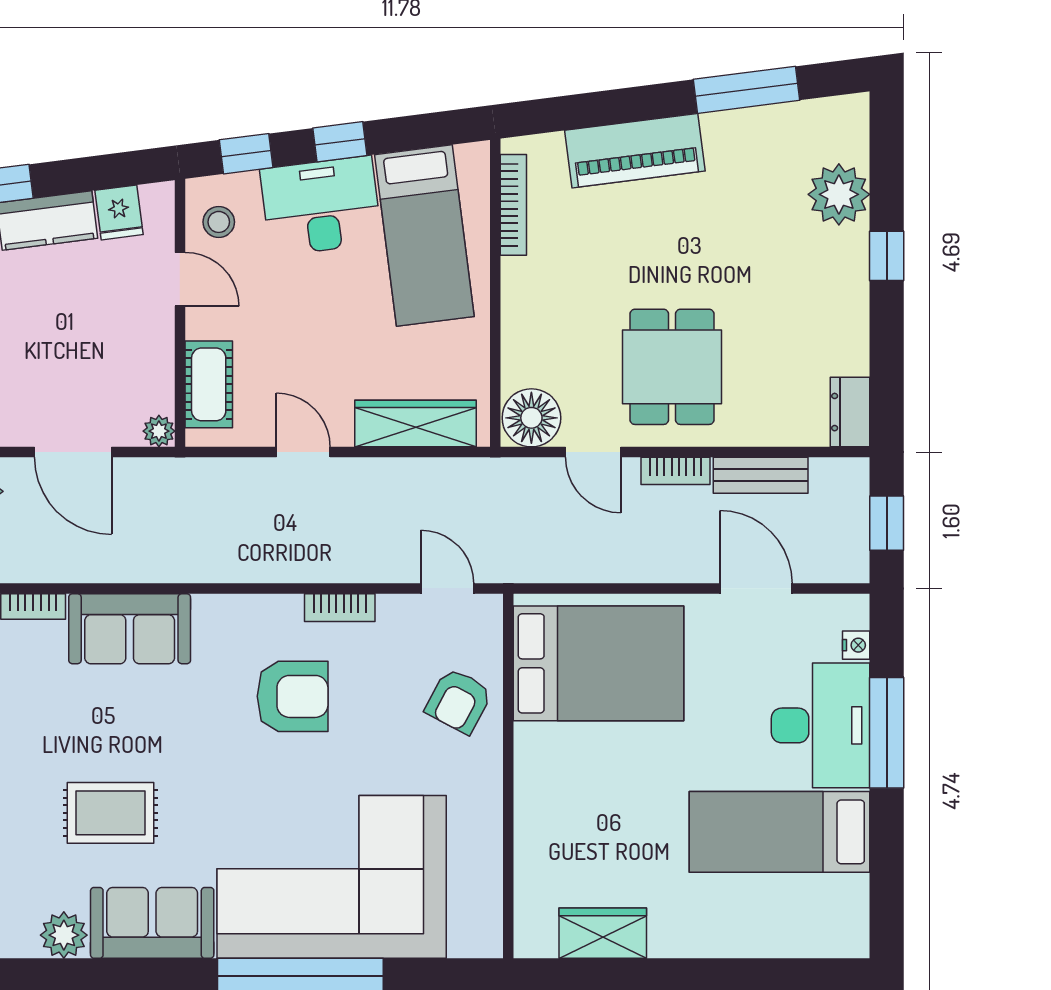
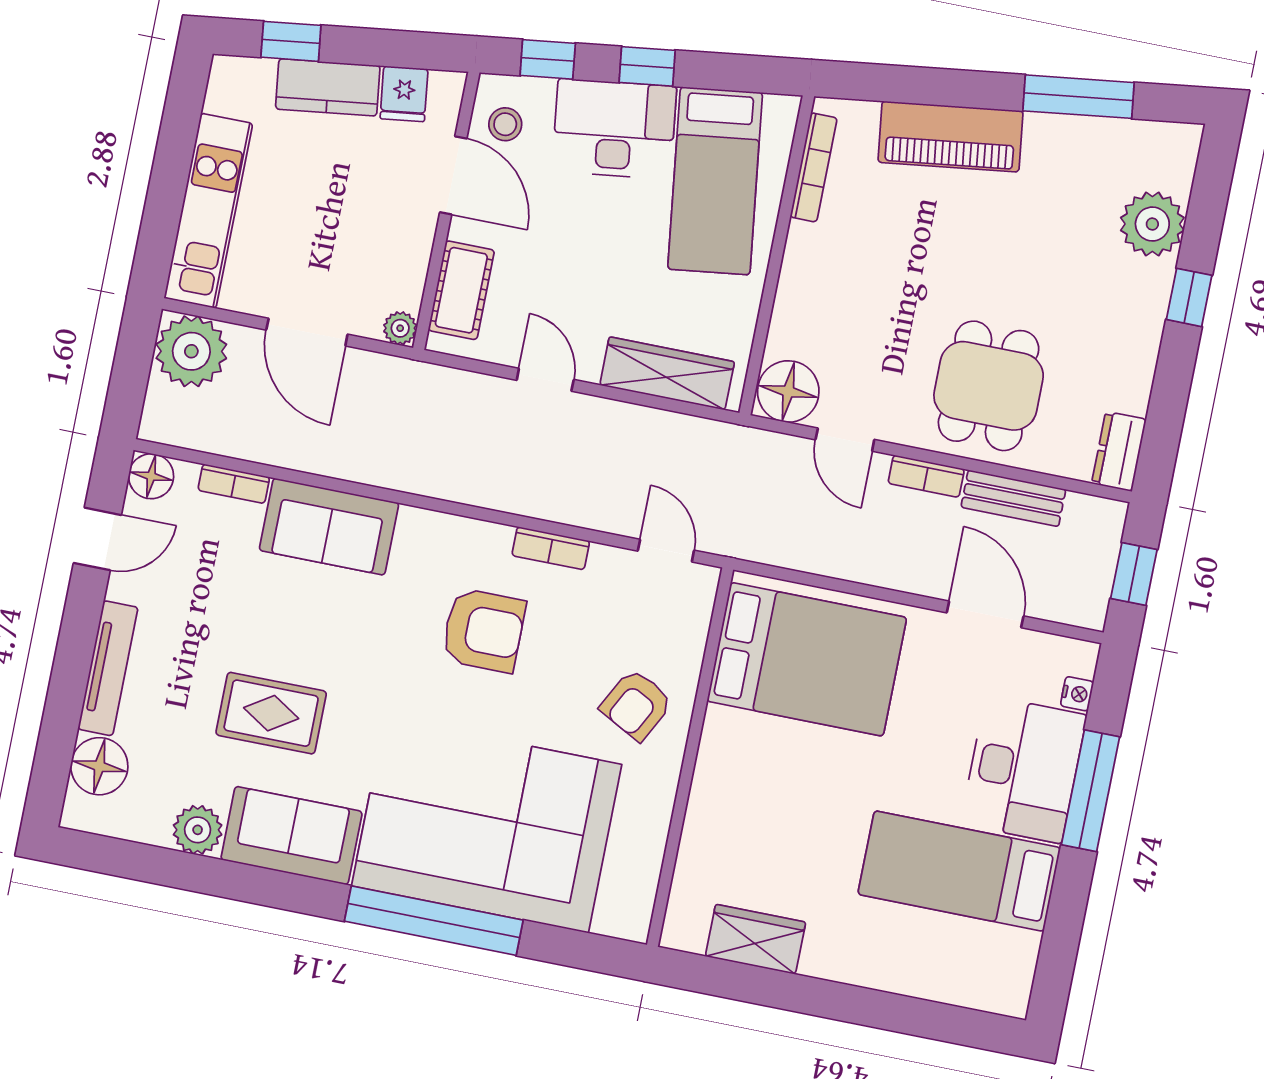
door: (180, 279) -> (453, 175), width x1.38
dining table: (672, 367) -> (989, 386), moved
armchair: (459, 701) -> (636, 705), moved

